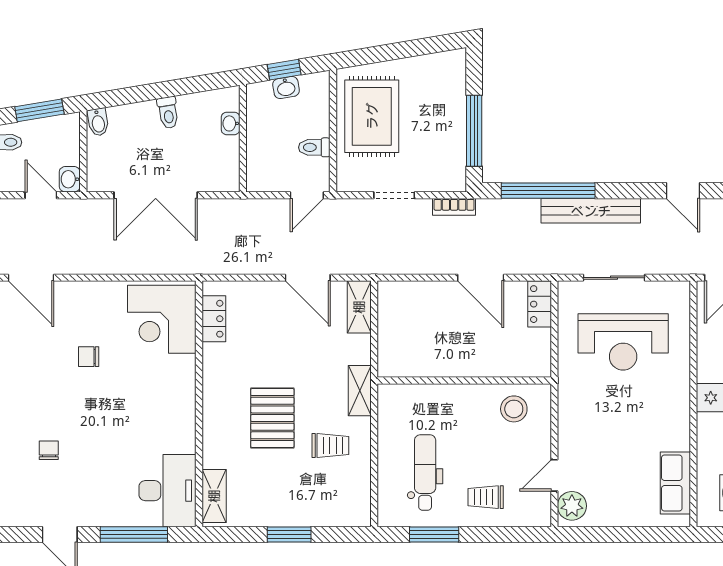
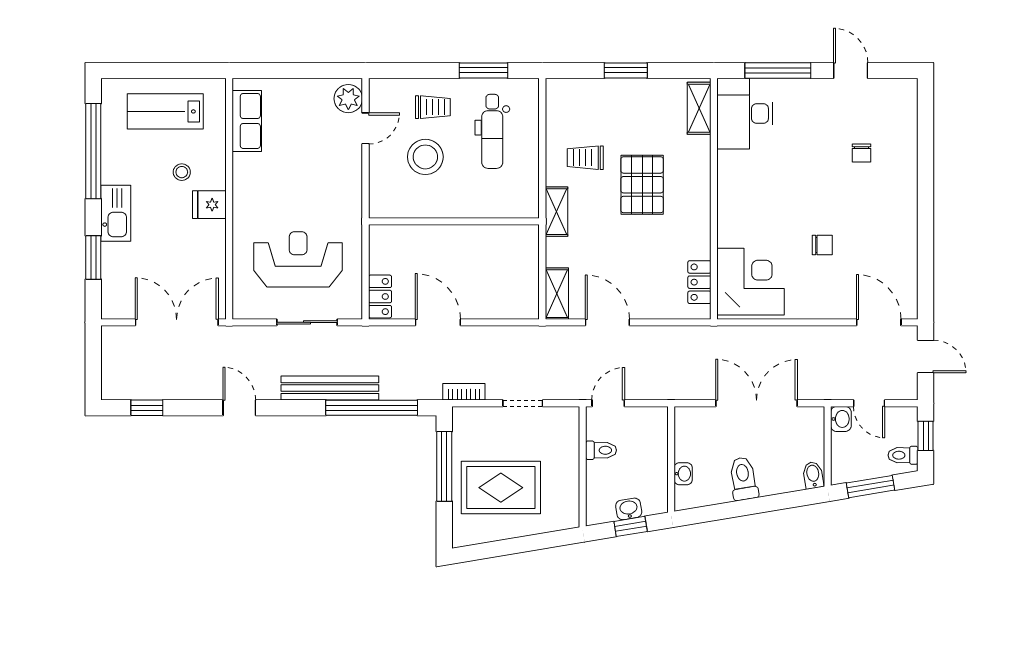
toilet: (168, 112) -> (743, 479), width x1.37, depth x1.39
rug: (372, 116) -> (501, 488), moved, turned 90
stool: (514, 409) -> (425, 157), moved, width x1.38, depth x1.38

